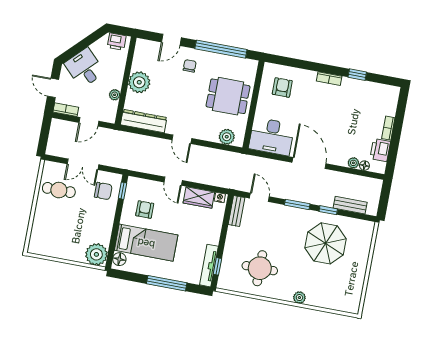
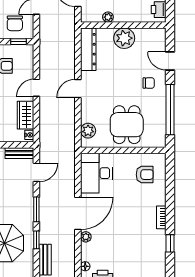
plant: (353, 163) -> (86, 237), moved

